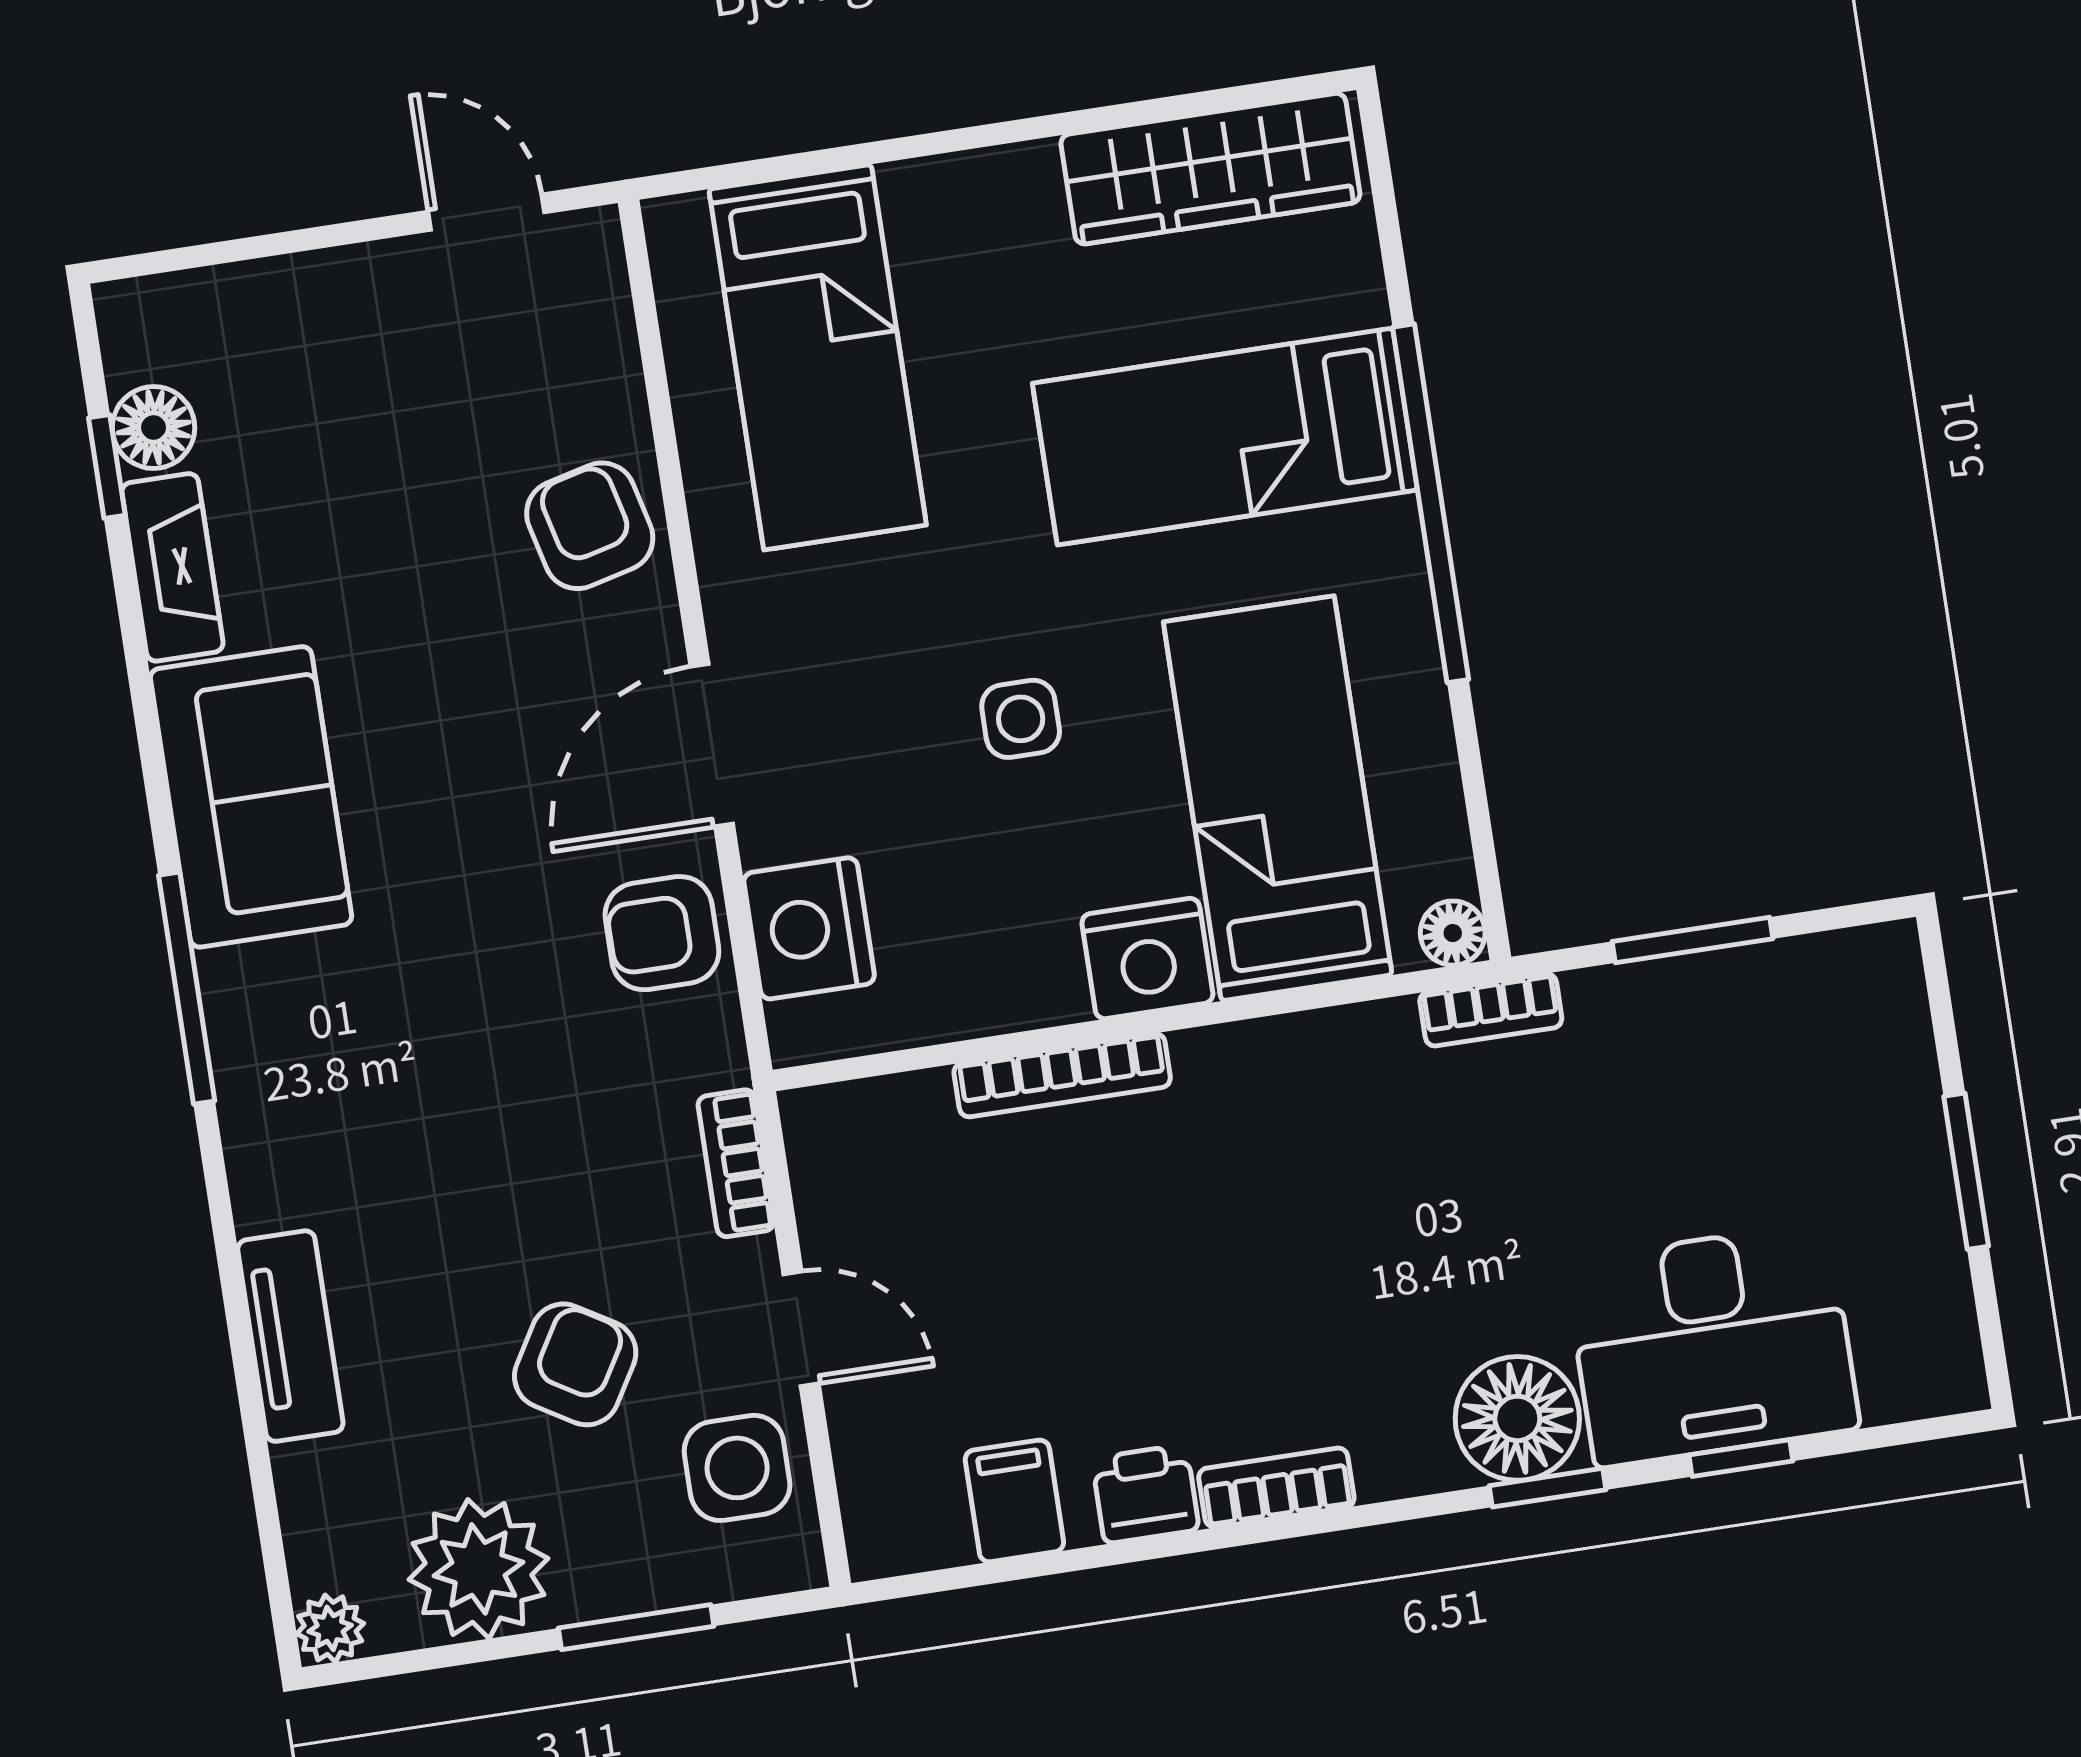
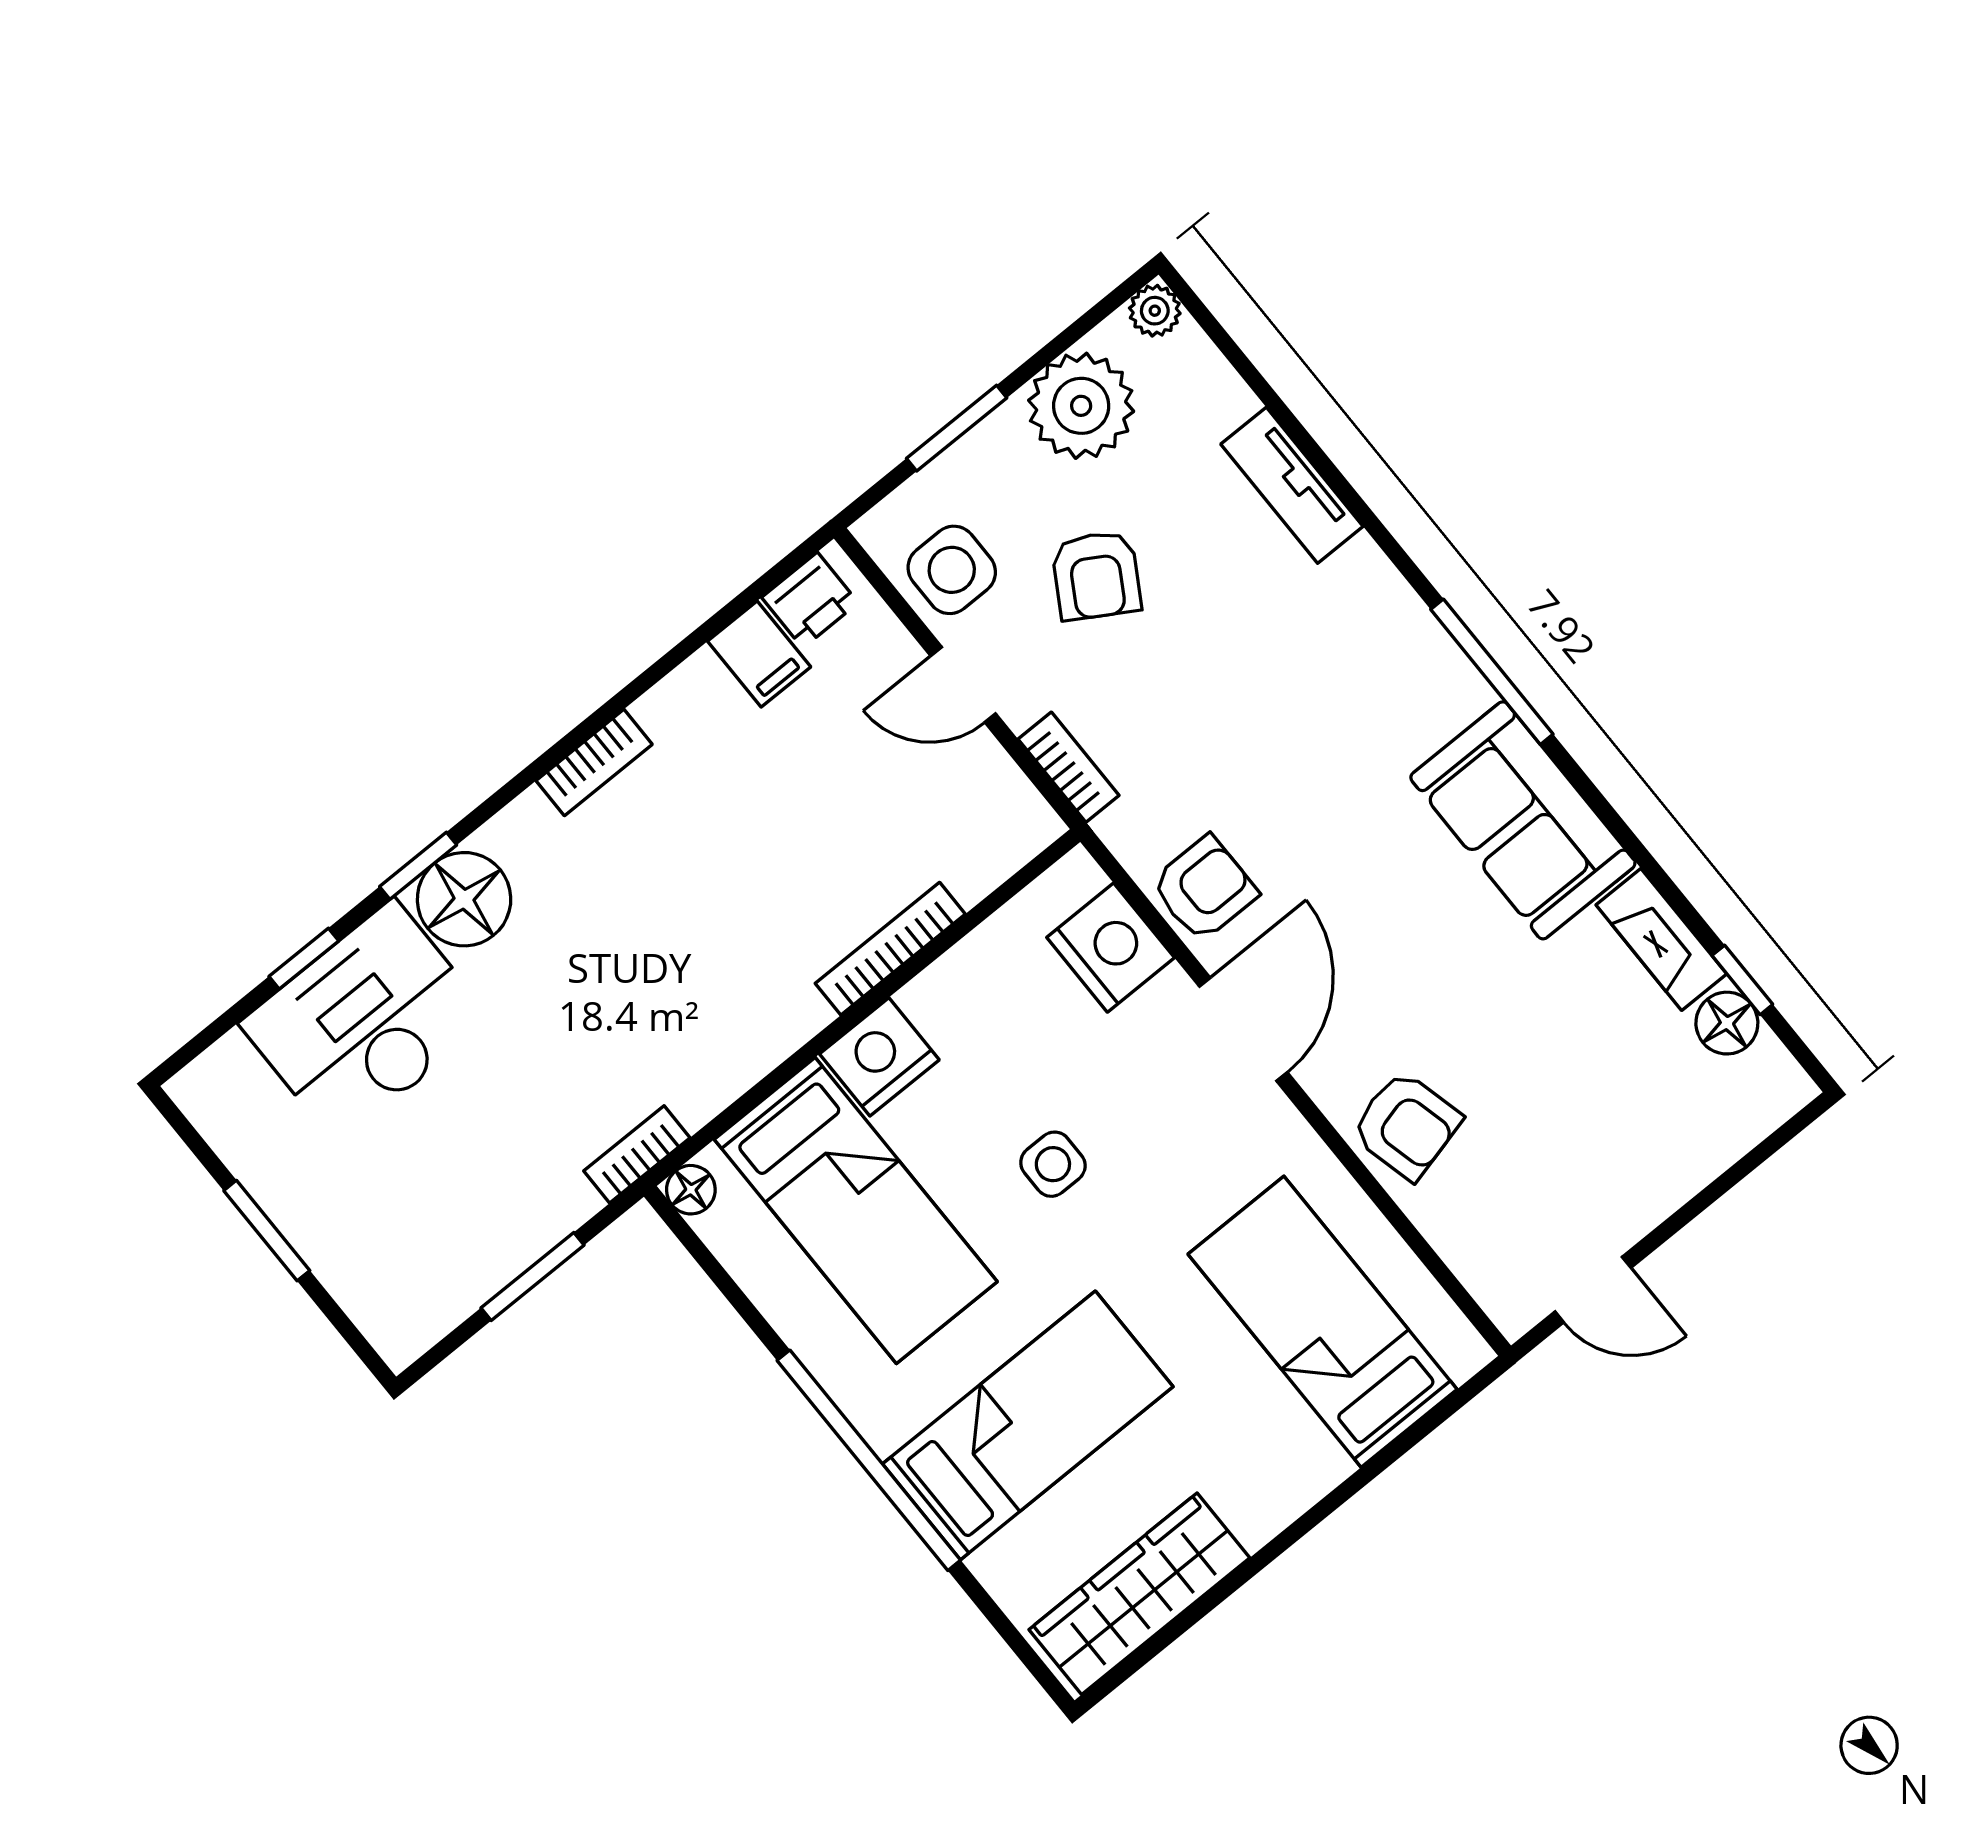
printer: (1145, 1494) -> (810, 600), moved

